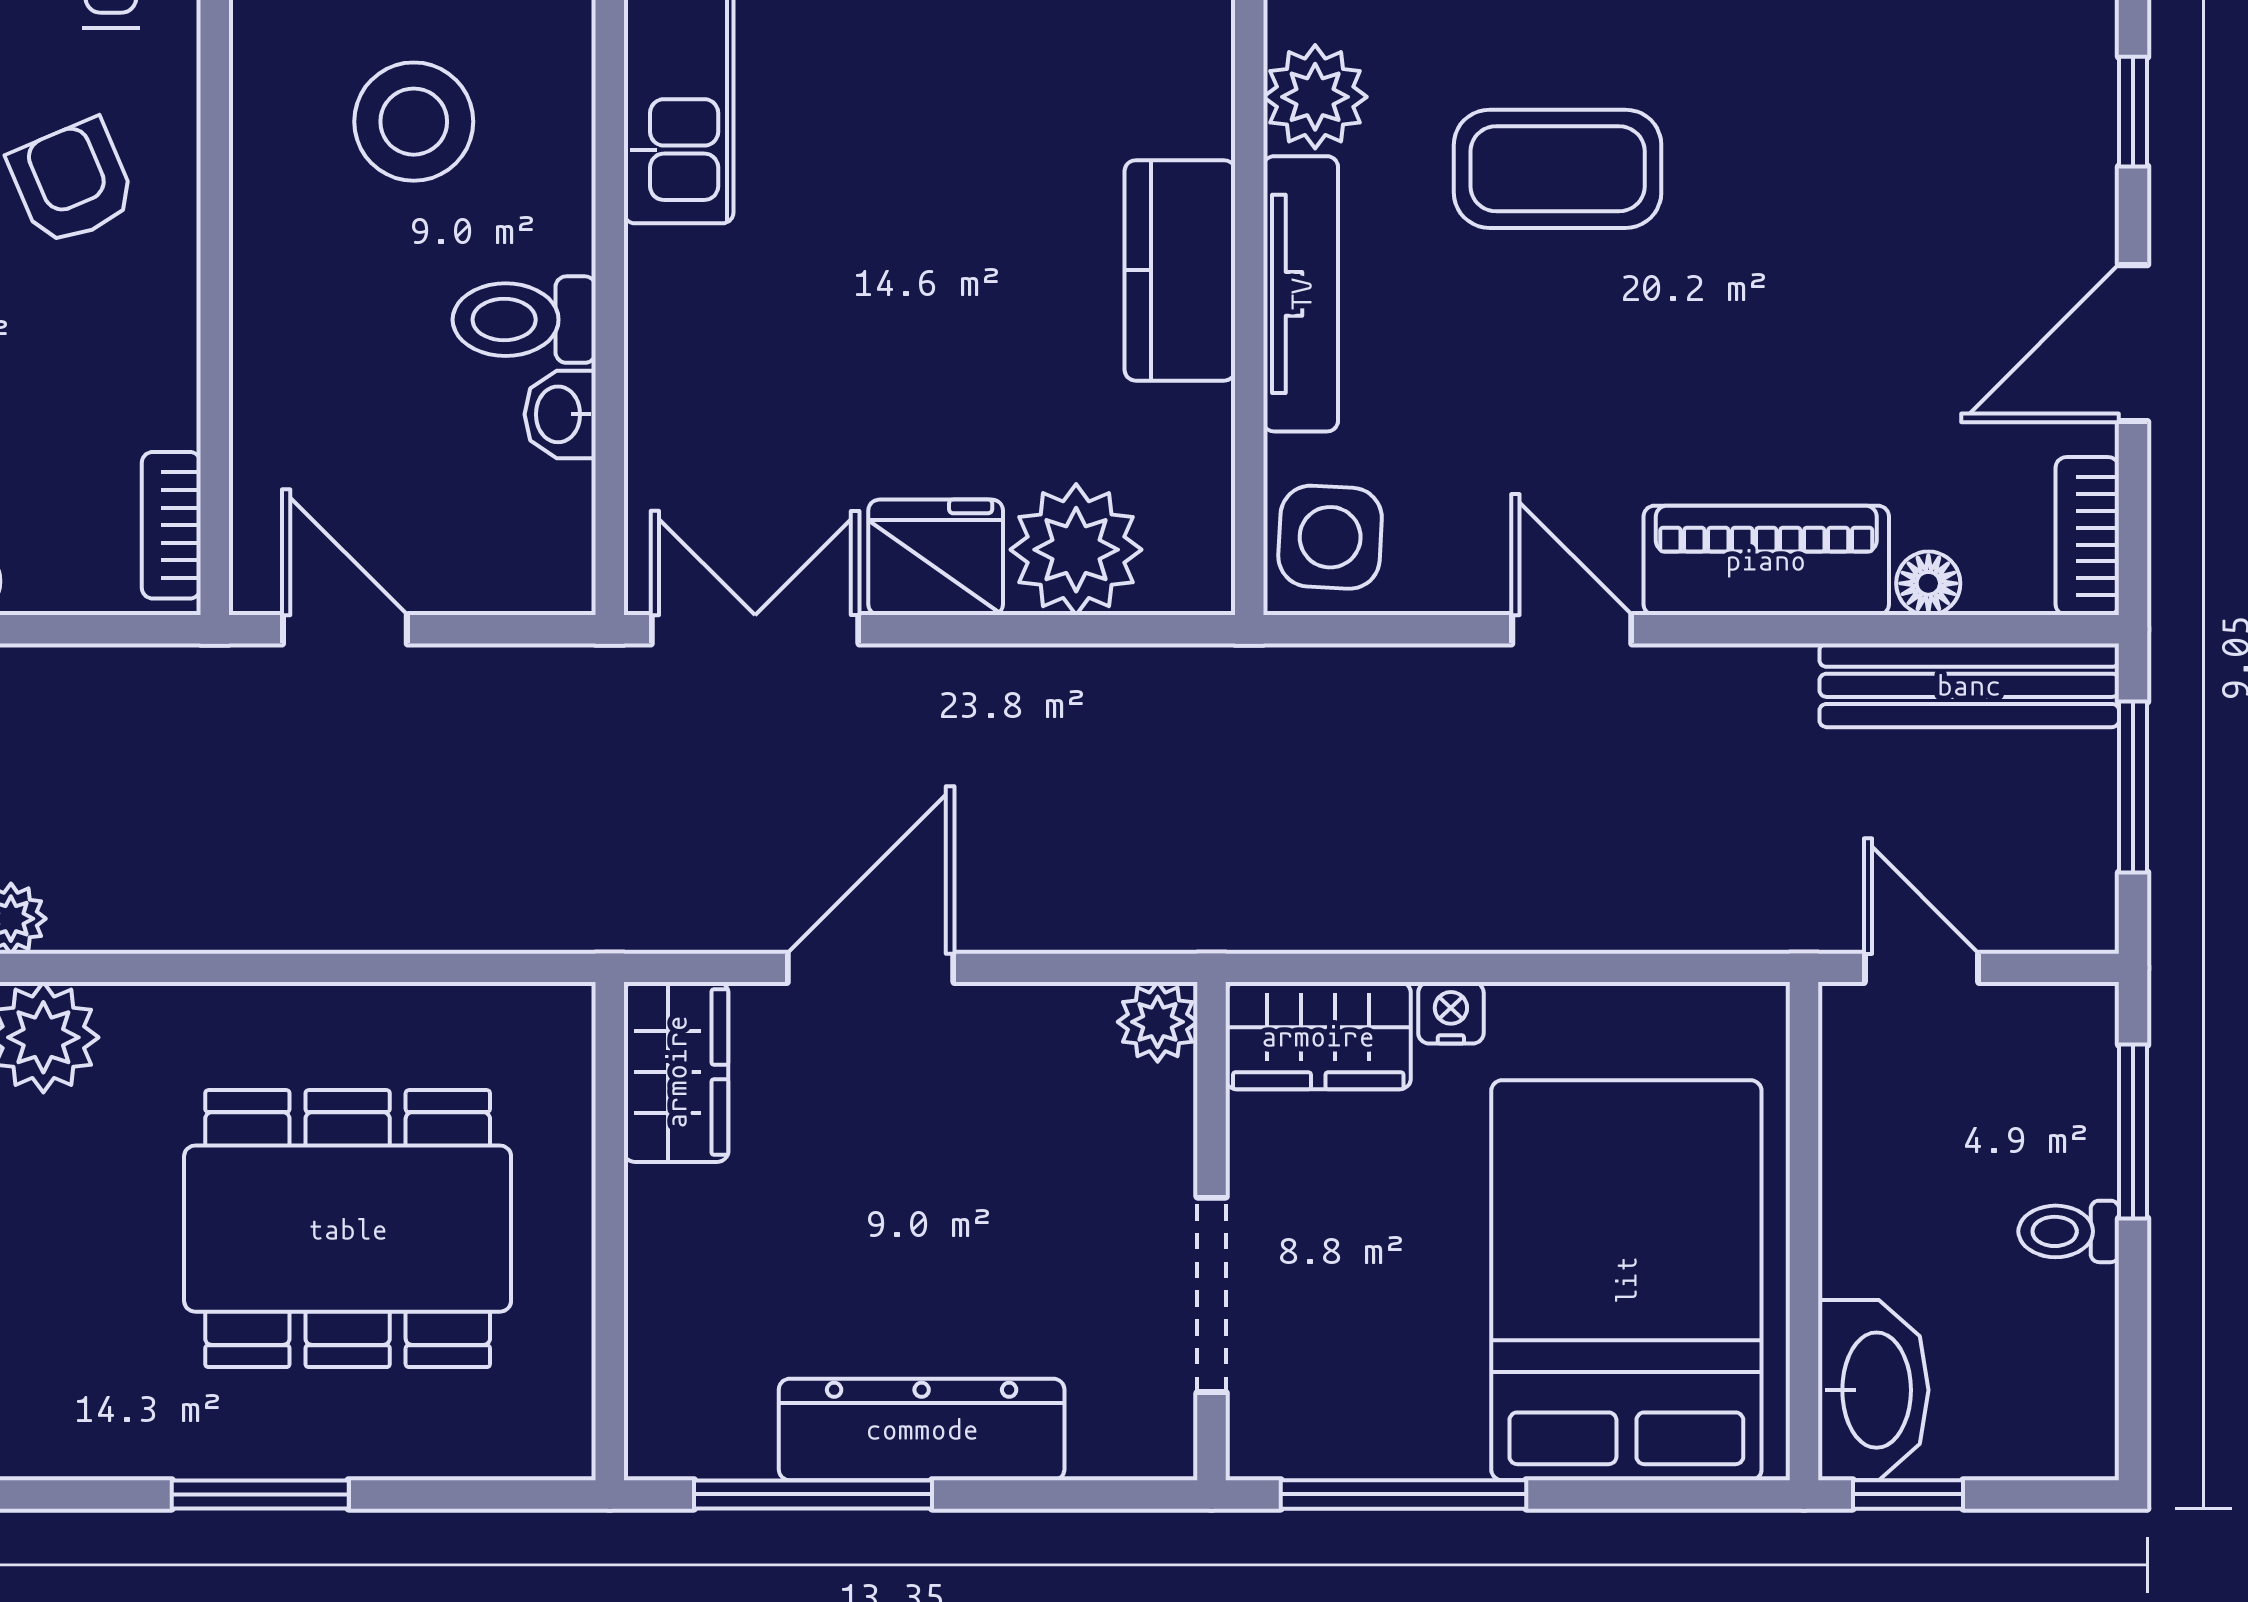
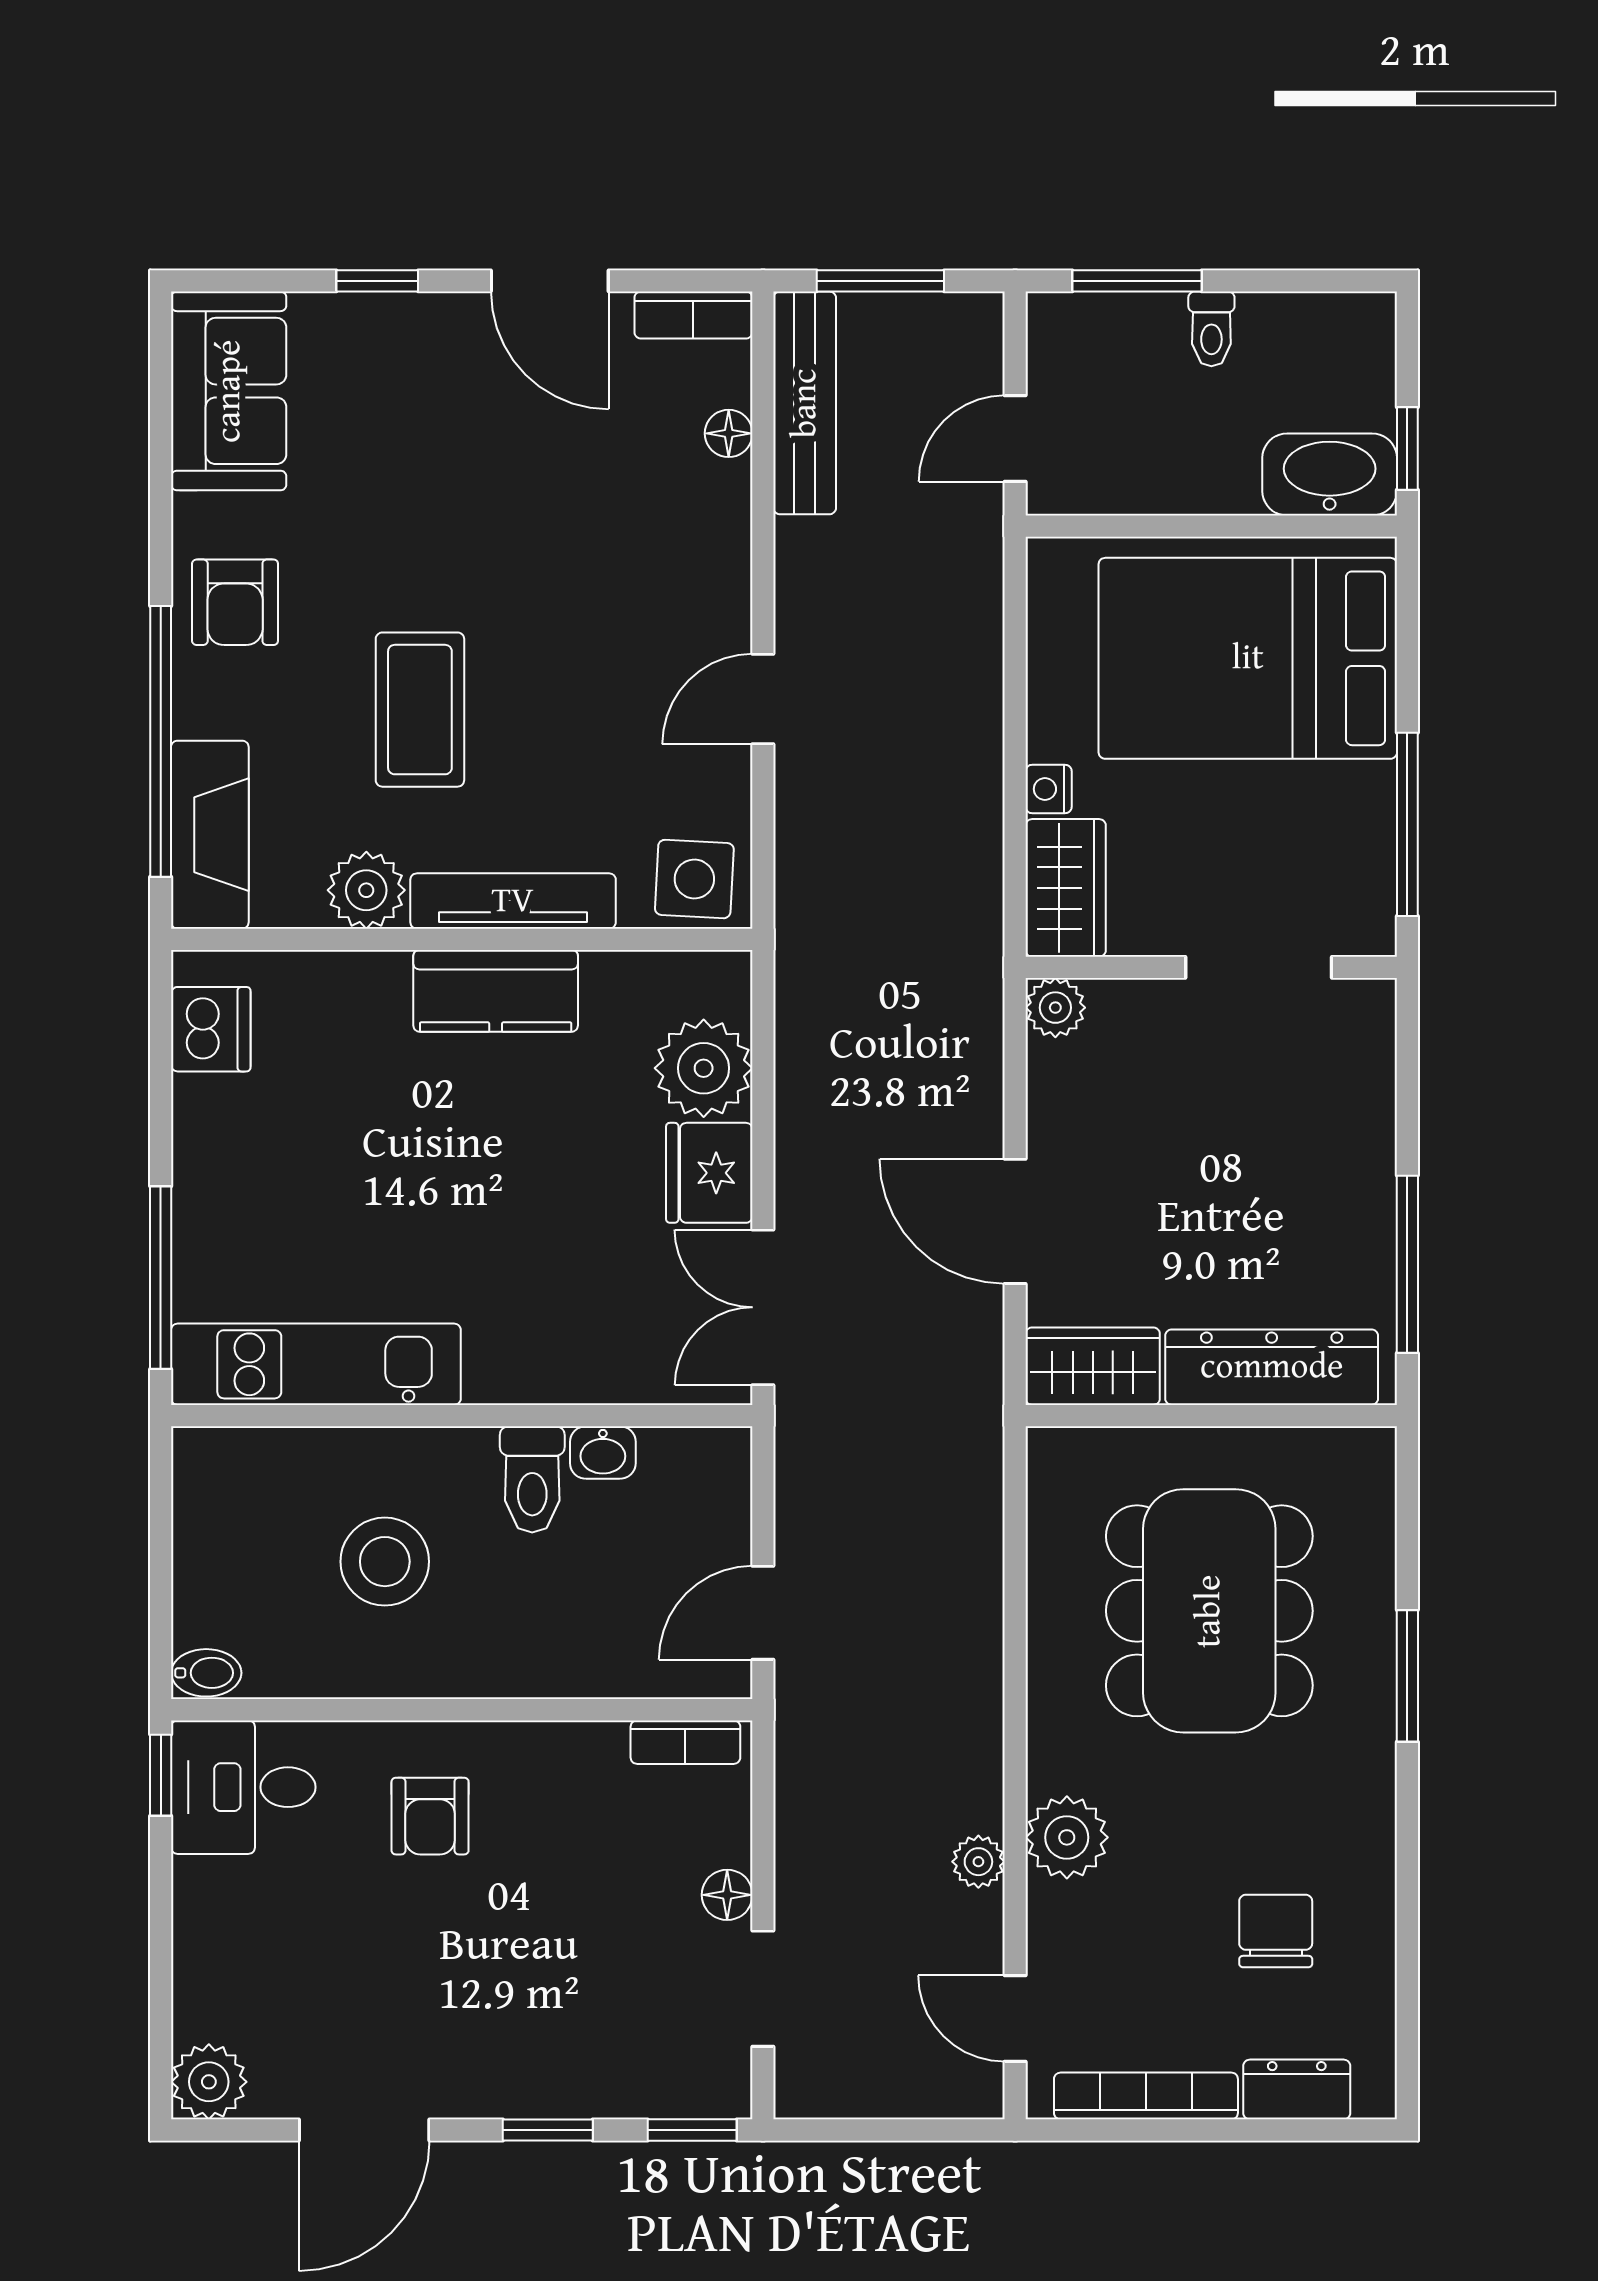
armchair: (72, 182) -> (430, 1816), turned -67
piano: (1766, 560) -> (712, 554), removed
dresser: (922, 1429) -> (1272, 1367), moved, turned 90

